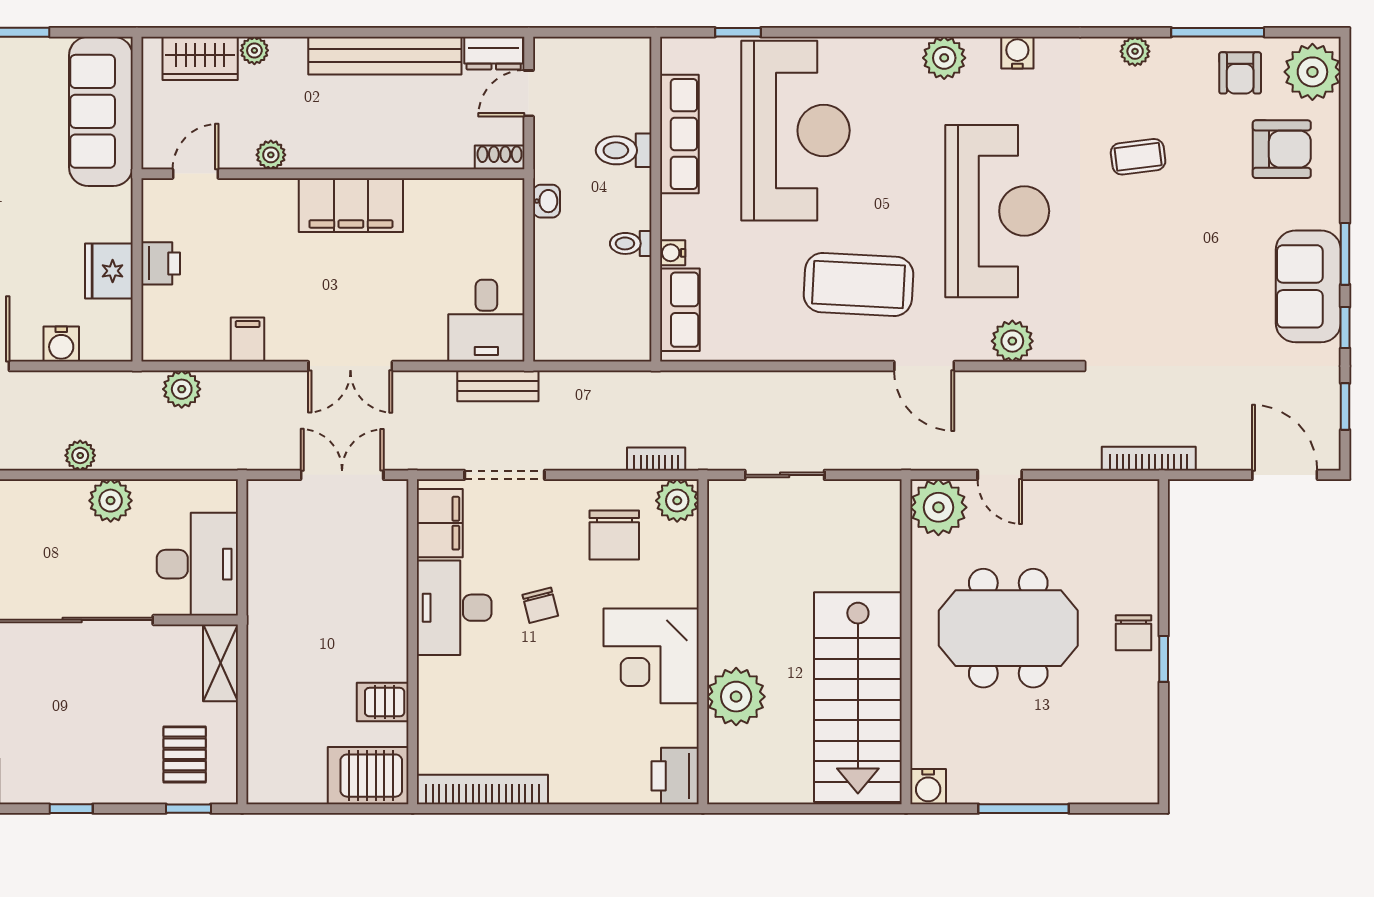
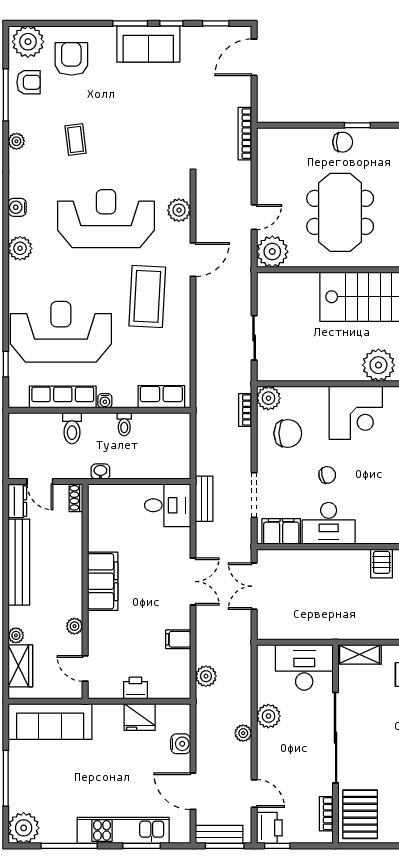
water cooler: (673, 253) -> (105, 401), moved

